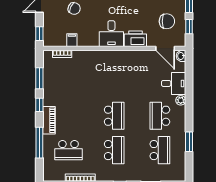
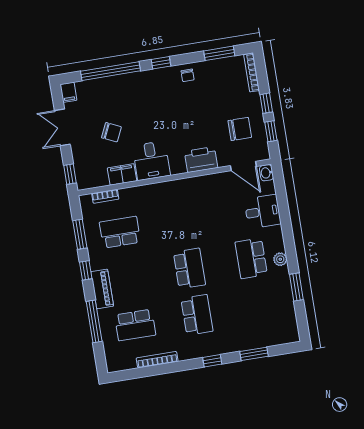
desk: (111, 34) -> (151, 161), moved
filing cabinet: (72, 40) -> (122, 174), width x2.00
plant: (181, 100) -> (280, 259), moved
school desk: (160, 150) -> (120, 232), moved, turned -90

